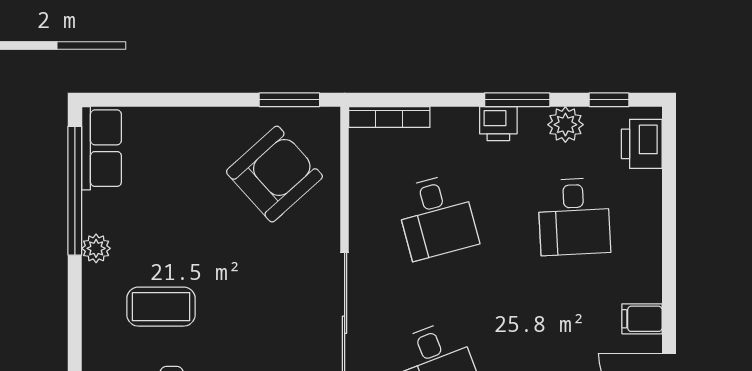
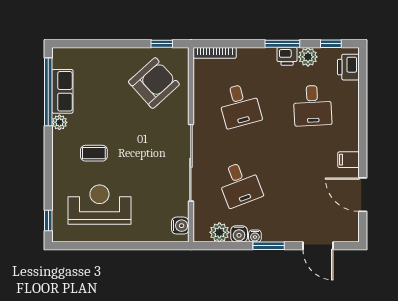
window: (289, 100) -> (162, 44), width x0.67
printer: (498, 124) -> (287, 56), moved
row of seats: (102, 148) -> (62, 91), moved
coffee table: (161, 307) -> (94, 153), width x0.73, depth x0.77

